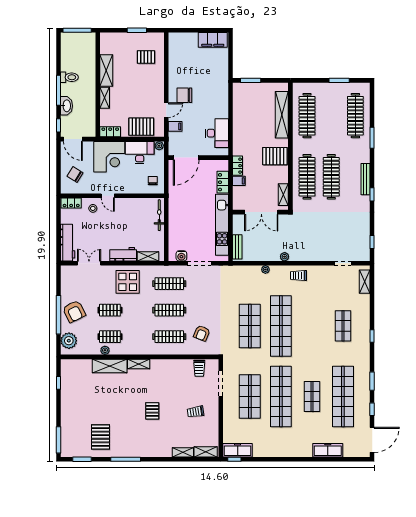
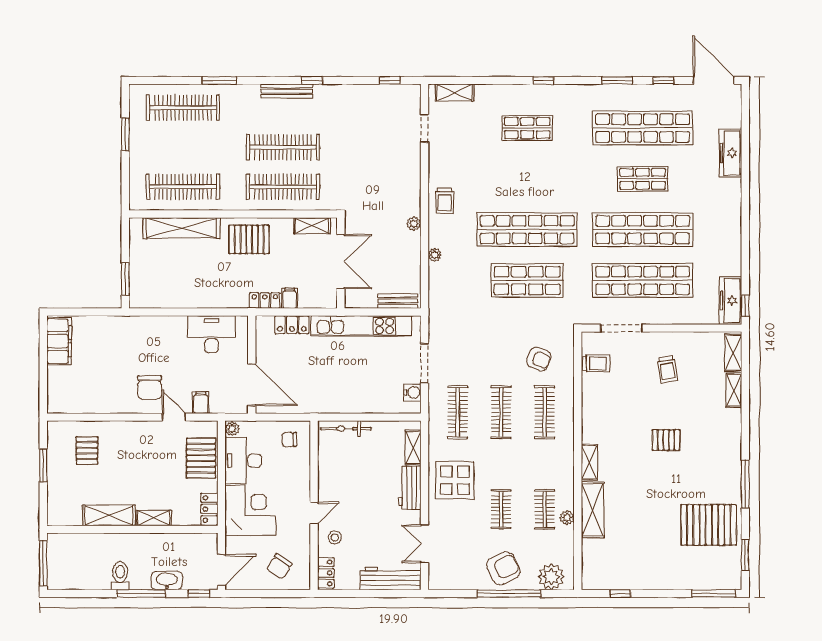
pallet: (275, 156) -> (249, 239), turned 90
shop shelf: (250, 396) -> (643, 280), width x1.40
pallet: (100, 437) -> (709, 525), width x1.37, depth x1.41

